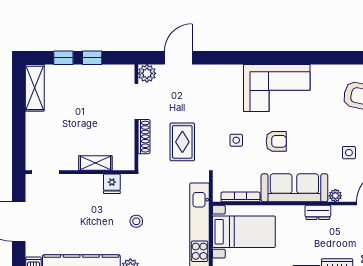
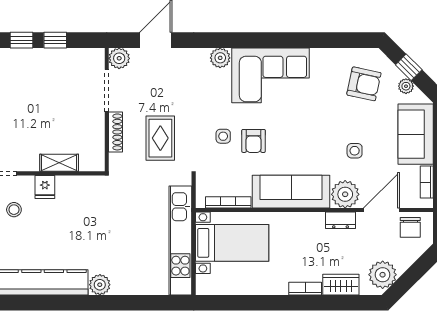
plant: (234, 73) -> (220, 58), added
armchair: (276, 141) -> (254, 141), moved, turned 90
fridge: (112, 184) -> (45, 187), moved
plant: (335, 196) -> (345, 194), width x1.88, depth x1.88
dresser: (318, 212) -> (341, 220), moved
stool: (136, 221) -> (14, 210), moved

